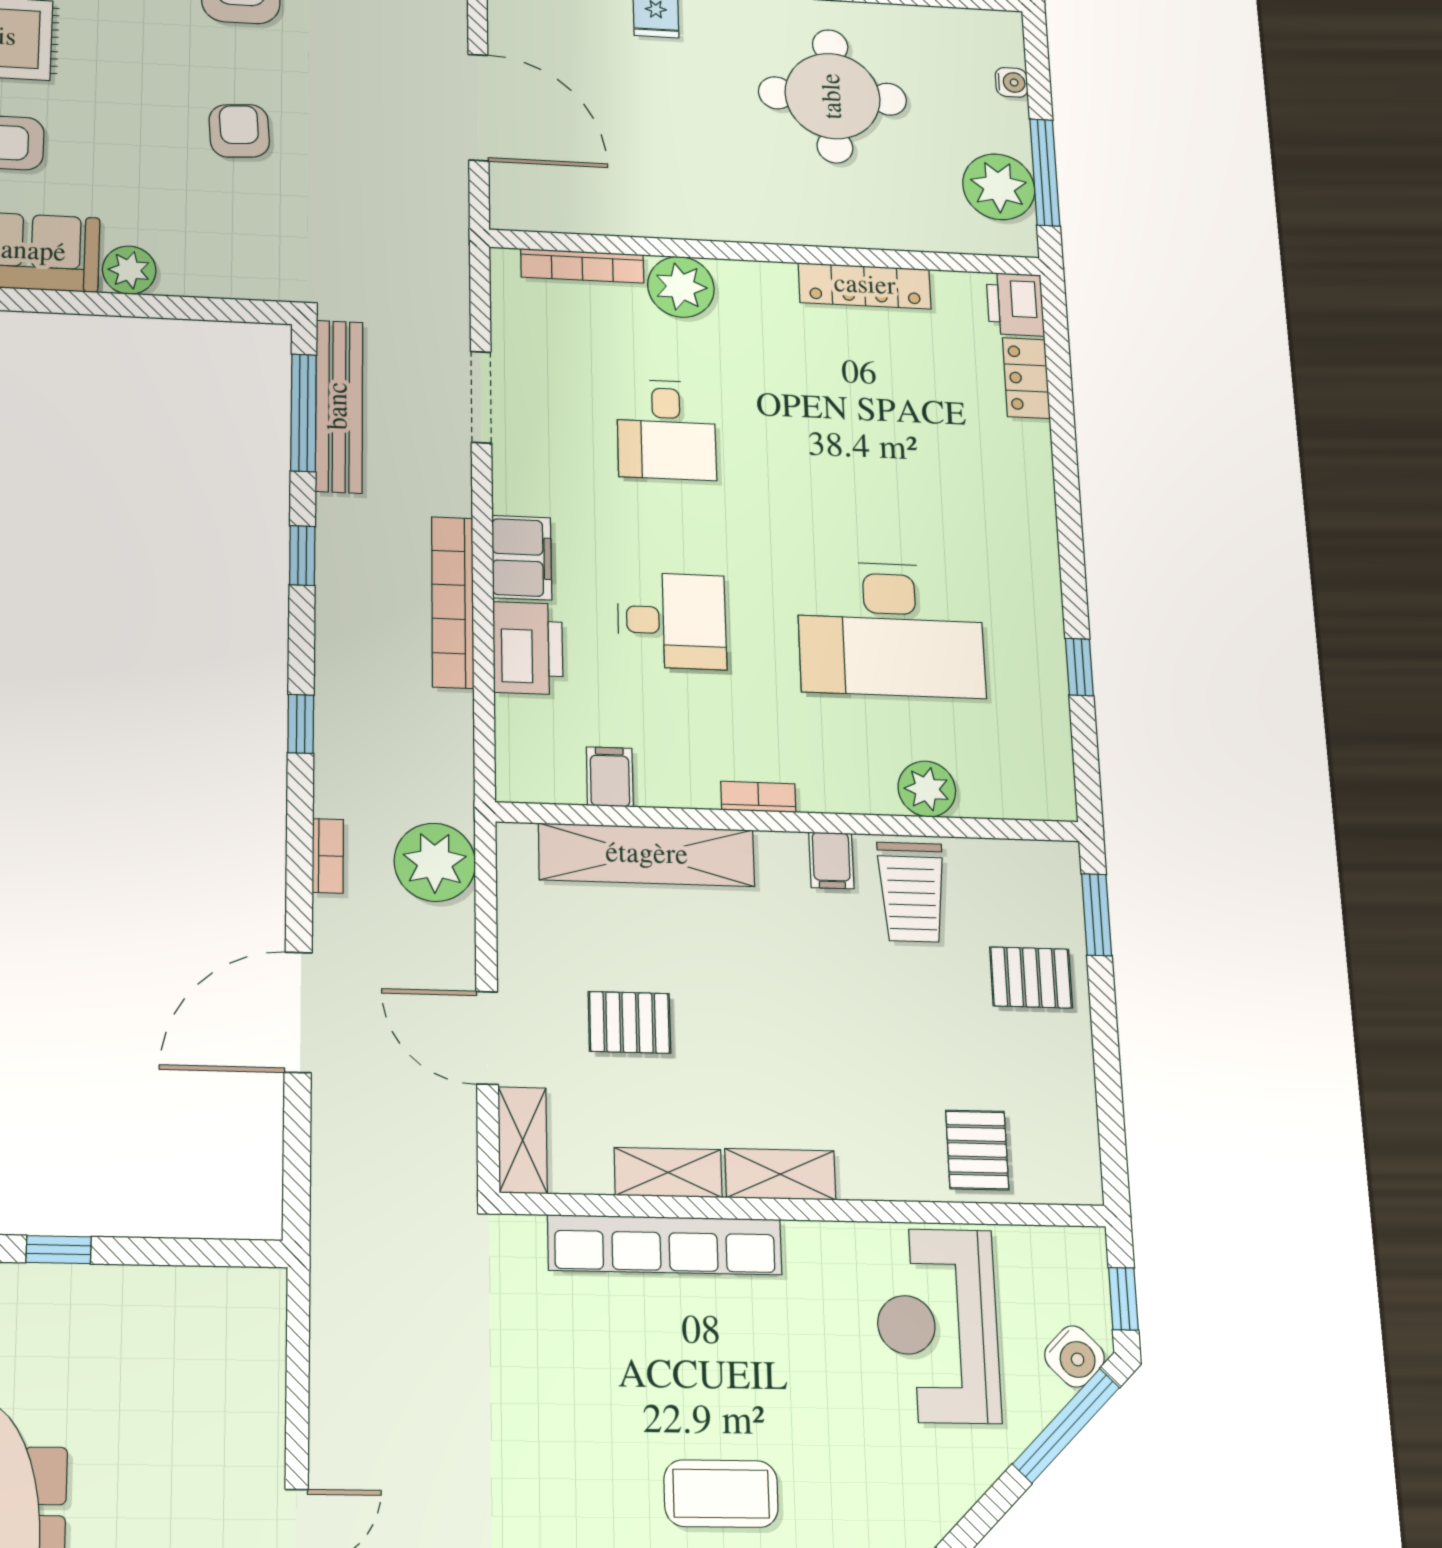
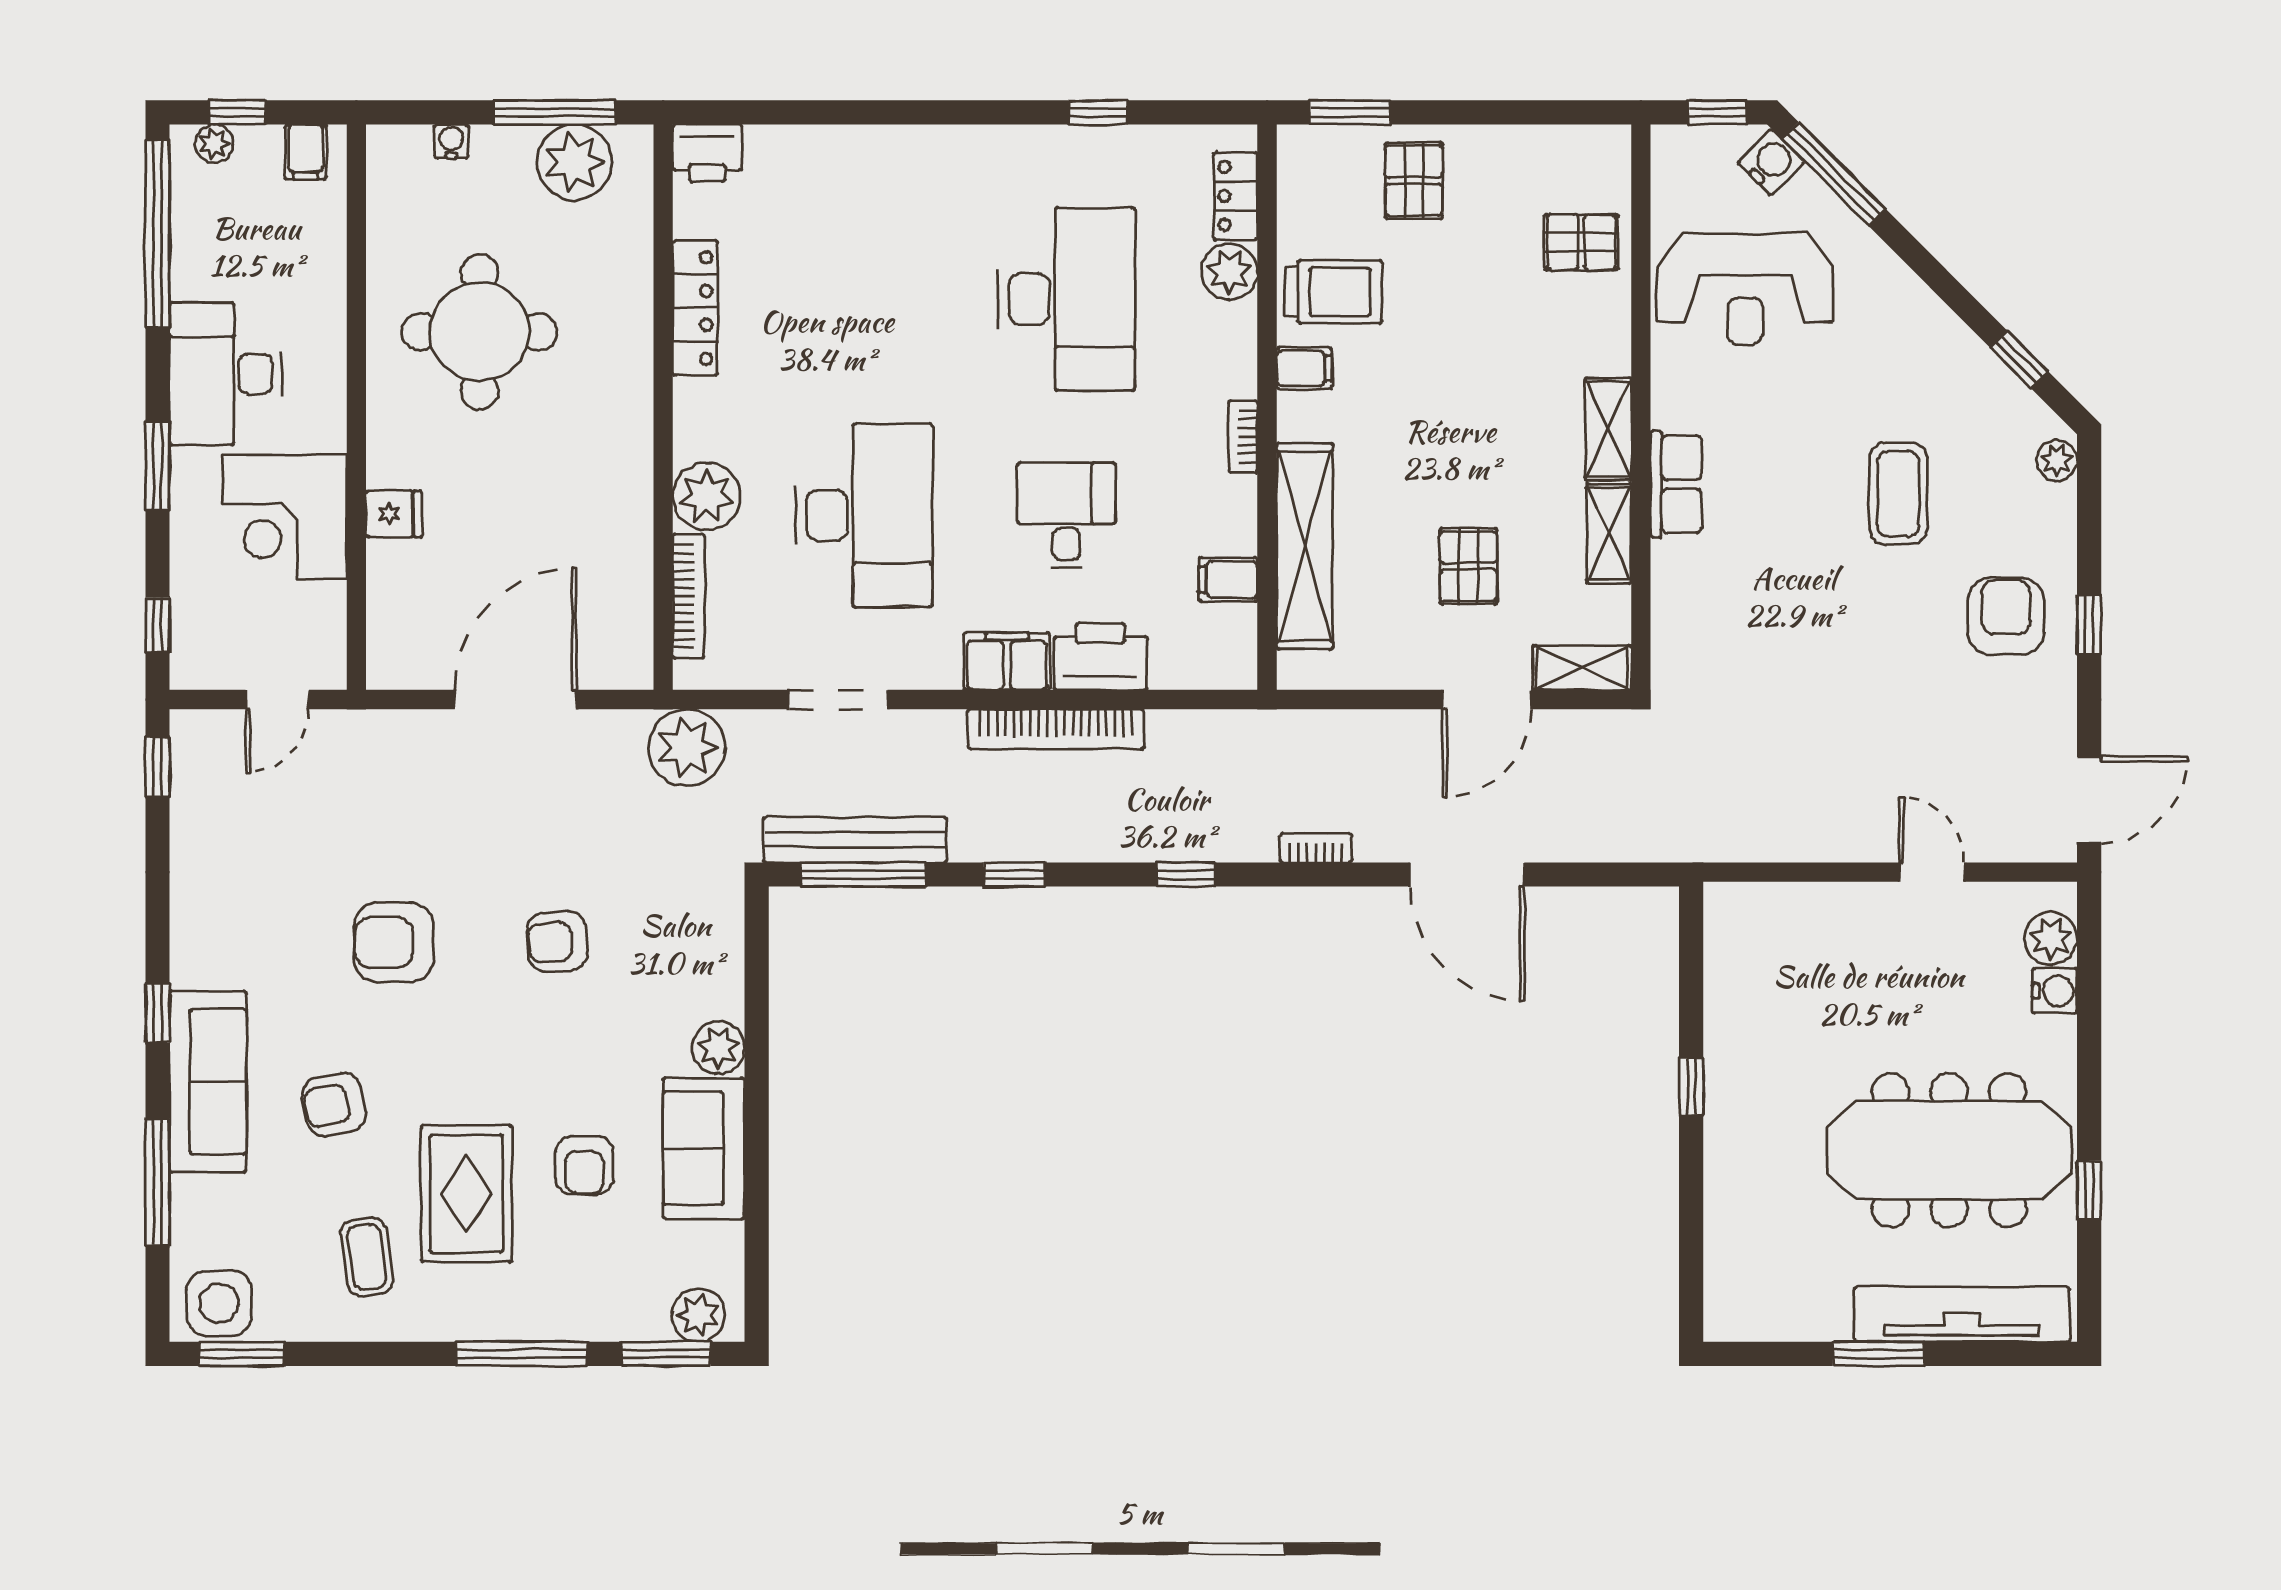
locker: (1026, 378) -> (1235, 196), moved, turned 90
desk: (666, 430) -> (864, 515), width x1.87, depth x1.30
plant: (435, 862) -> (687, 748), moved
row of seats: (665, 1245) -> (1676, 484), width x0.50

